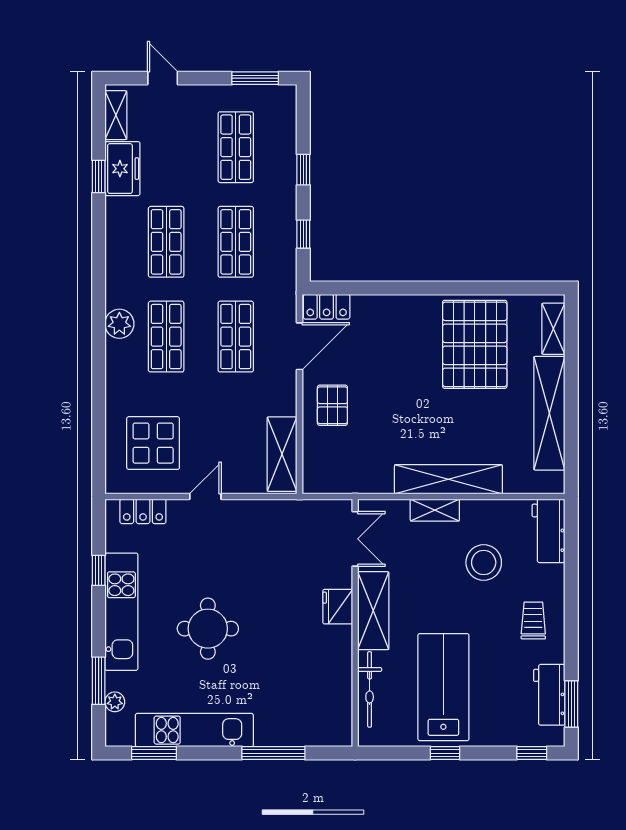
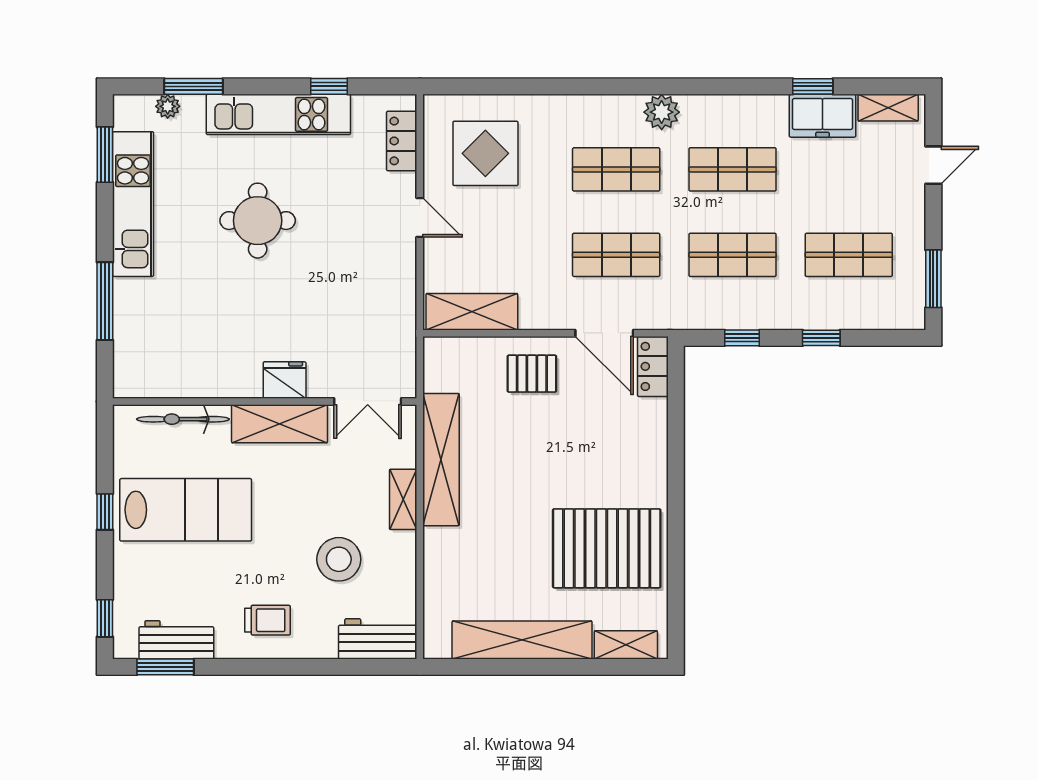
plant: (119, 324) -> (662, 112), moved
shelving: (448, 479) -> (441, 460), moved

